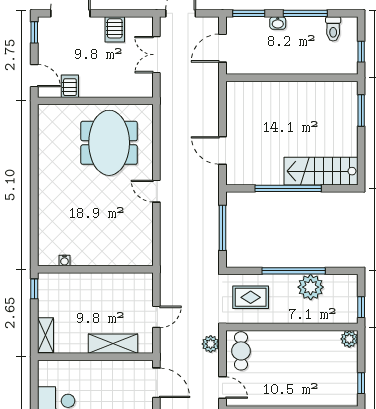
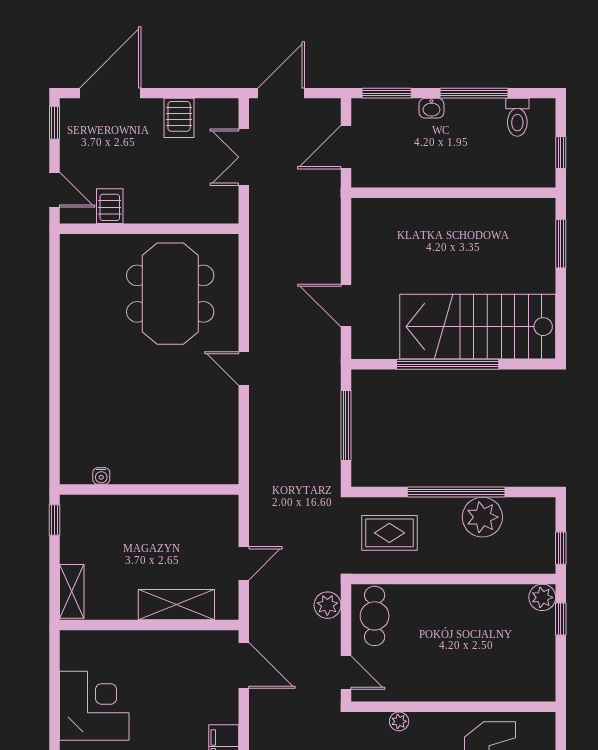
stairs: (321, 171) -> (478, 327), width x1.36, depth x1.51
window: (361, 383) -> (561, 619), moved

